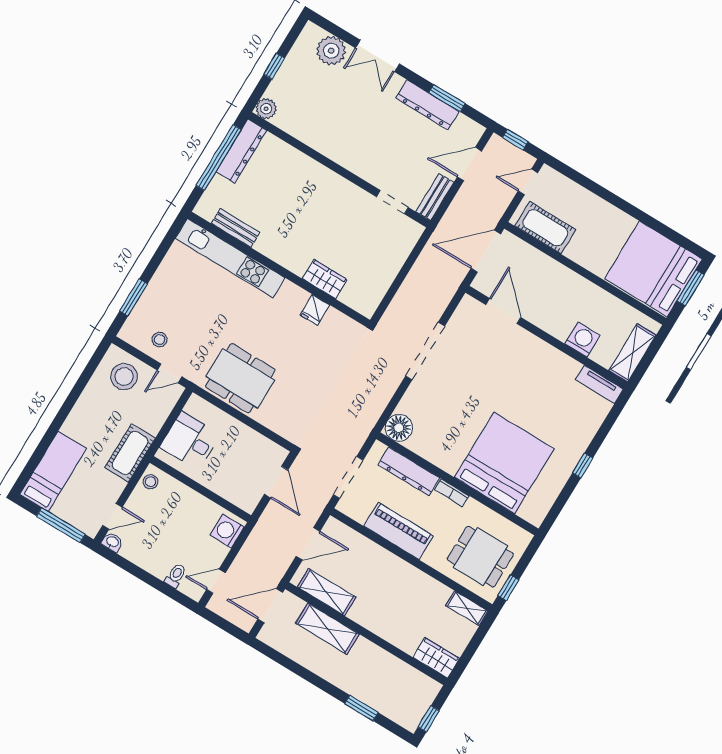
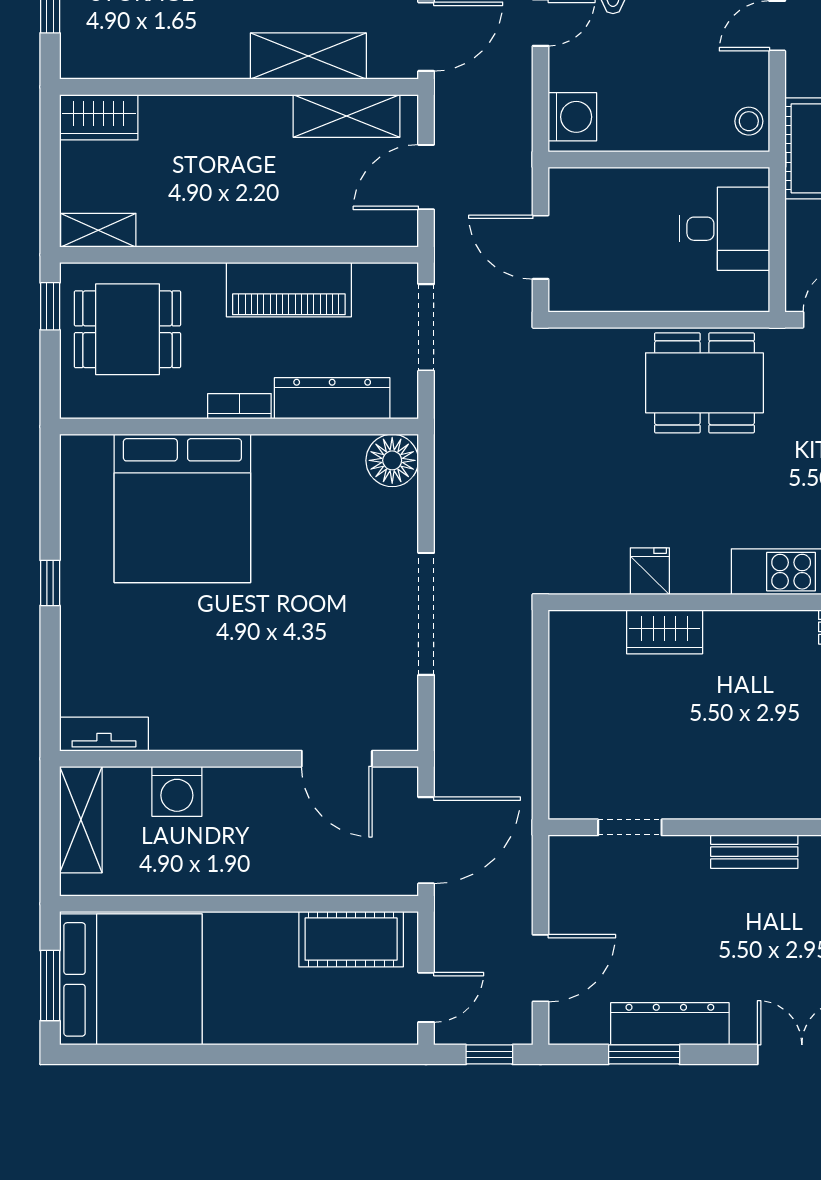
bench: (435, 197) -> (754, 852), moved, turned 90

